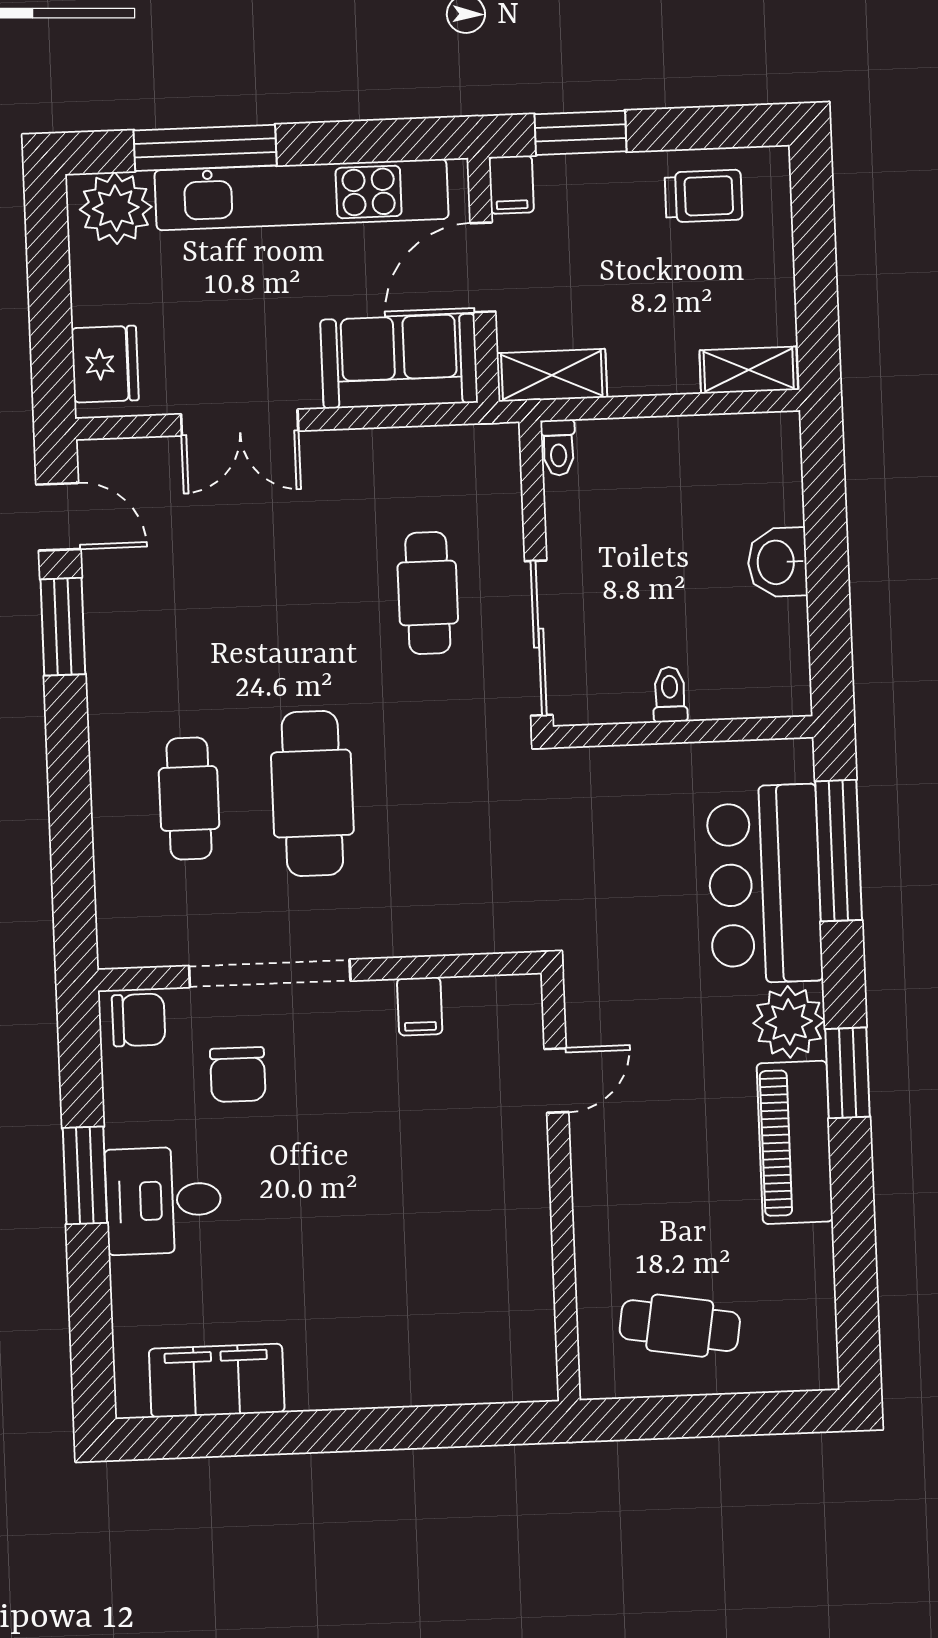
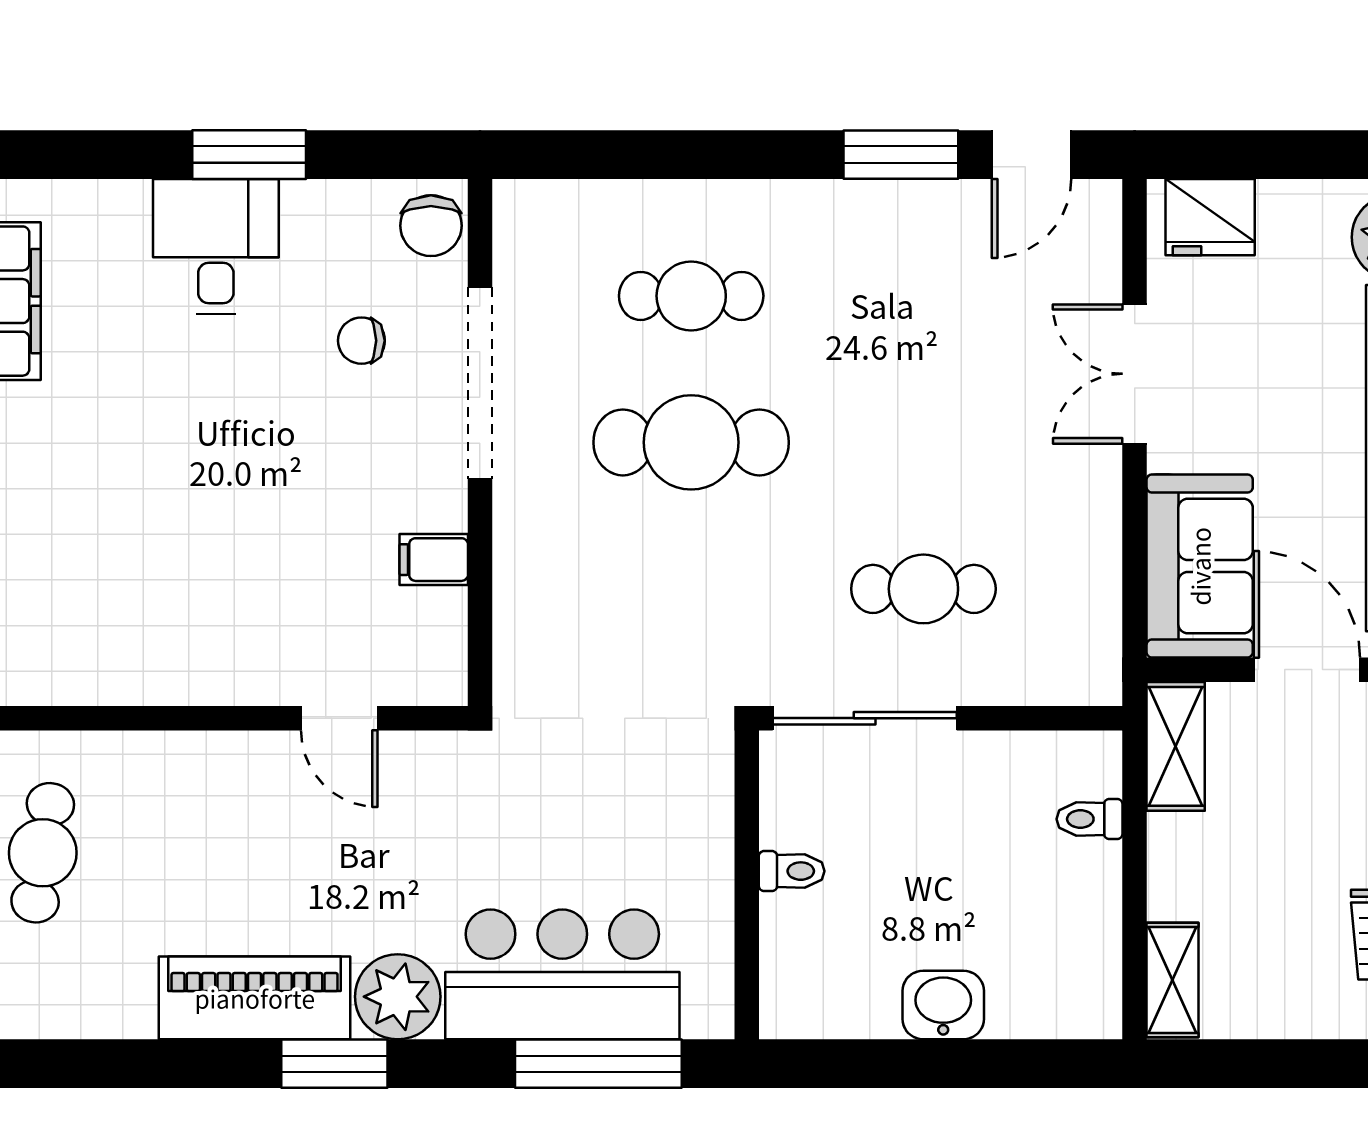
toilet: (558, 448) -> (1090, 819), moved
chair: (238, 1075) -> (361, 341), width x0.73, depth x0.73

